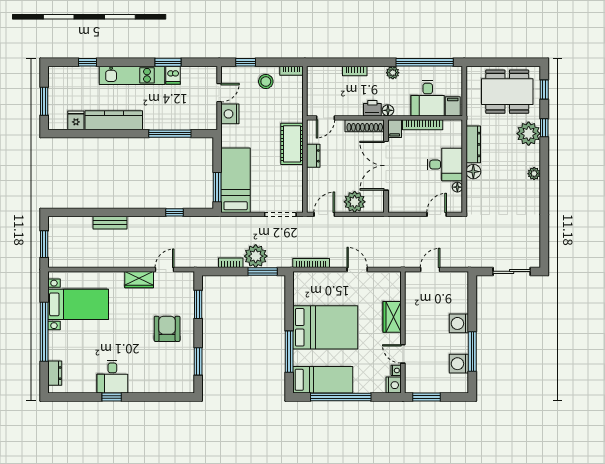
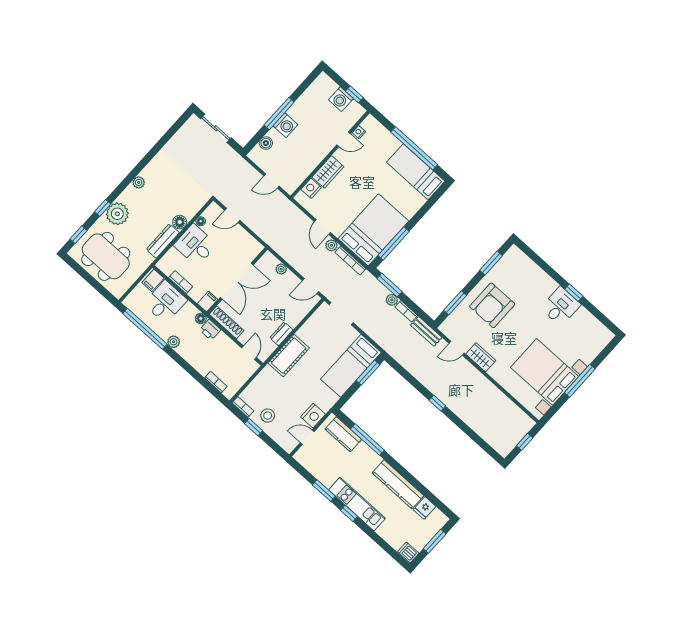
window: (88, 62) -> (349, 513), moved
window: (246, 62) -> (254, 427), moved
bookcase: (355, 71) -> (216, 382), moved
dishwasher: (173, 75) -> (408, 552), moved, turned -90
door: (325, 118) -> (249, 353), hinge flipped
kitchen counter: (193, 121) -> (343, 434), added
bookcase: (423, 125) -> (181, 282), width x0.64
plant: (355, 202) -> (281, 269), width x0.53, depth x0.53
window: (175, 212) -> (437, 403), moved
bench: (110, 223) -> (426, 331), moved
window: (44, 244) -> (525, 442), width x0.67
plant: (256, 256) -> (392, 300), width x0.53, depth x0.53
plant: (337, 261) -> (331, 245), added
boiler: (462, 295) -> (266, 143), added
bed with nightstands: (78, 304) -> (545, 372), width x1.36
bed: (325, 327) -> (373, 230), moved, turned 90
armchair: (167, 329) -> (492, 305), width x1.36, depth x1.36
window: (44, 332) -> (580, 381), width x0.68
window: (289, 352) -> (393, 244), moved
window: (472, 352) -> (279, 114), moved
door: (403, 354) -> (344, 139), hinge flipped
washing machine: (459, 364) -> (341, 99), moved, turned 90
dresser: (55, 373) -> (598, 345), removed
nightstand: (394, 385) -> (311, 188), moved
window: (426, 397) -> (354, 94), width x0.67

